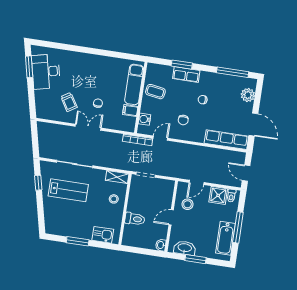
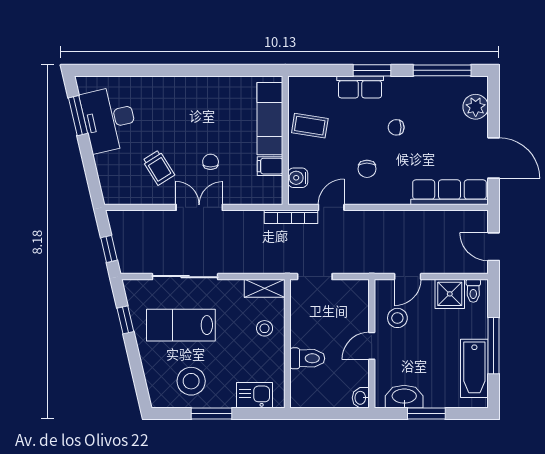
window: (182, 65) -> (372, 70), moved
window: (35, 143) -> (109, 249), added
lab bench: (68, 190) -> (181, 325), turned 180
stool: (69, 222) -> (191, 381), added

